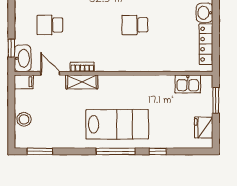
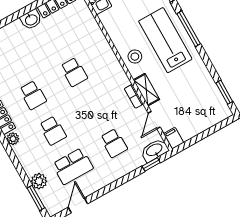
stool: (24, 119) -> (135, 57), moved

